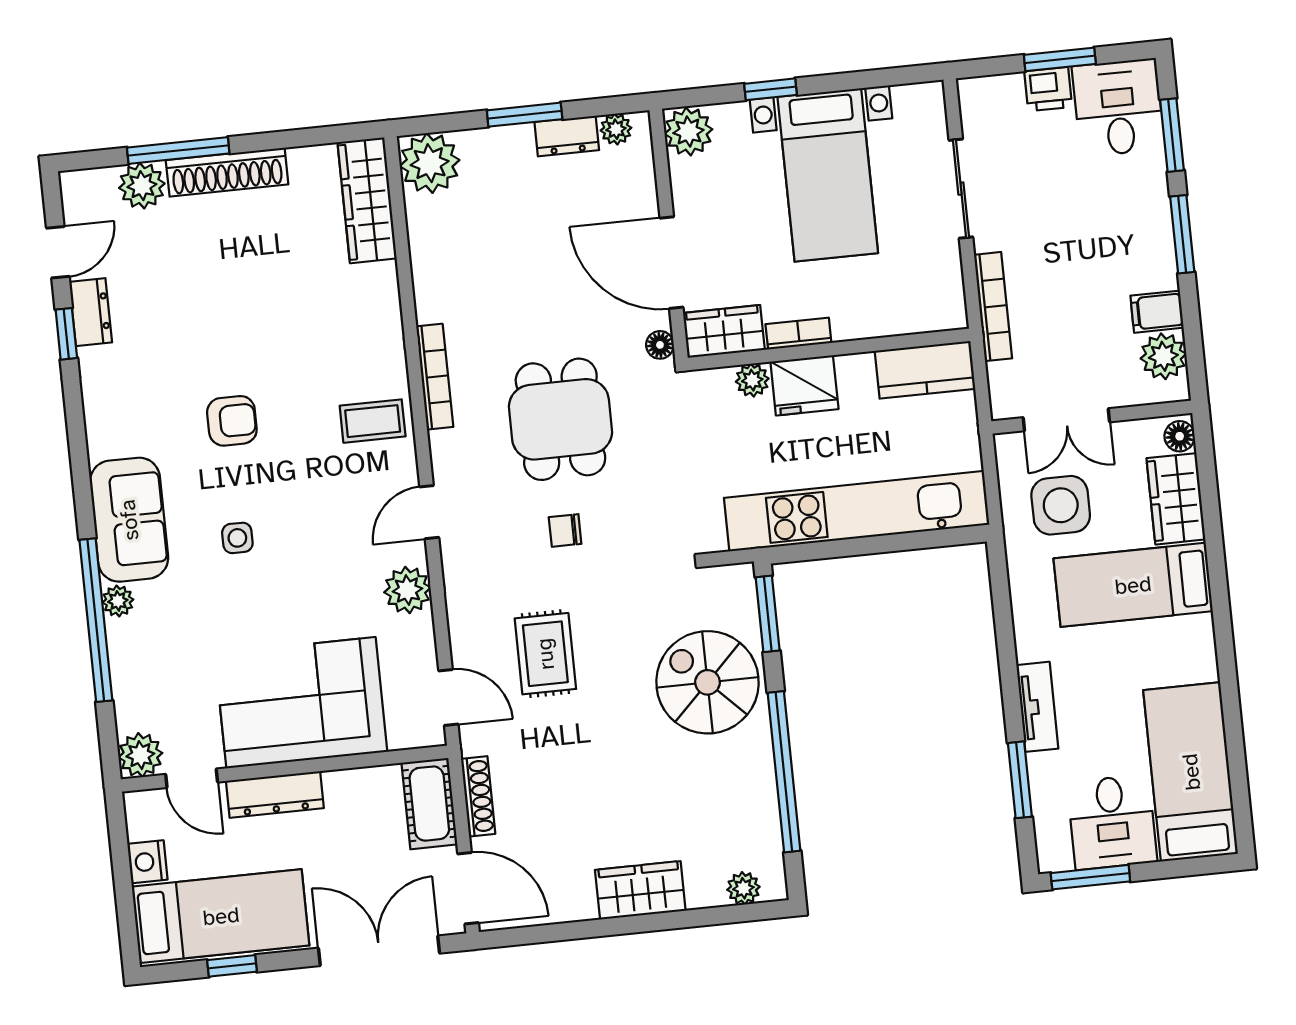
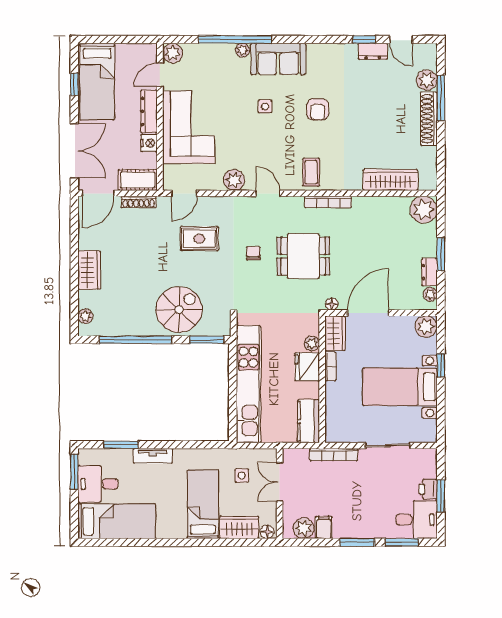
wardrobe: (367, 200) -> (390, 180), moved
side table: (1061, 505) -> (242, 476), width x0.54, depth x0.54
nightstand: (147, 862) -> (149, 143), moved, turned 90

